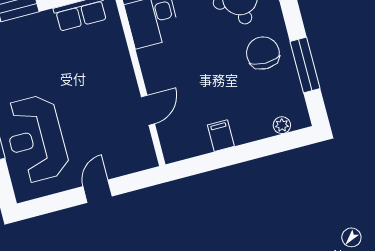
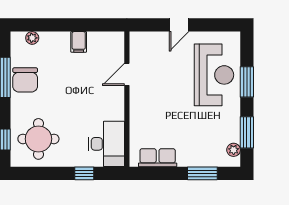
chair: (263, 53) -> (25, 80), moved

